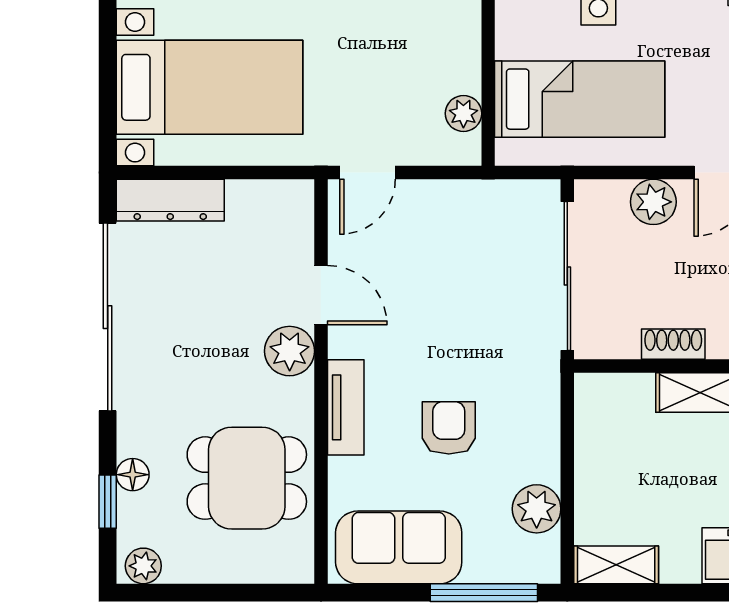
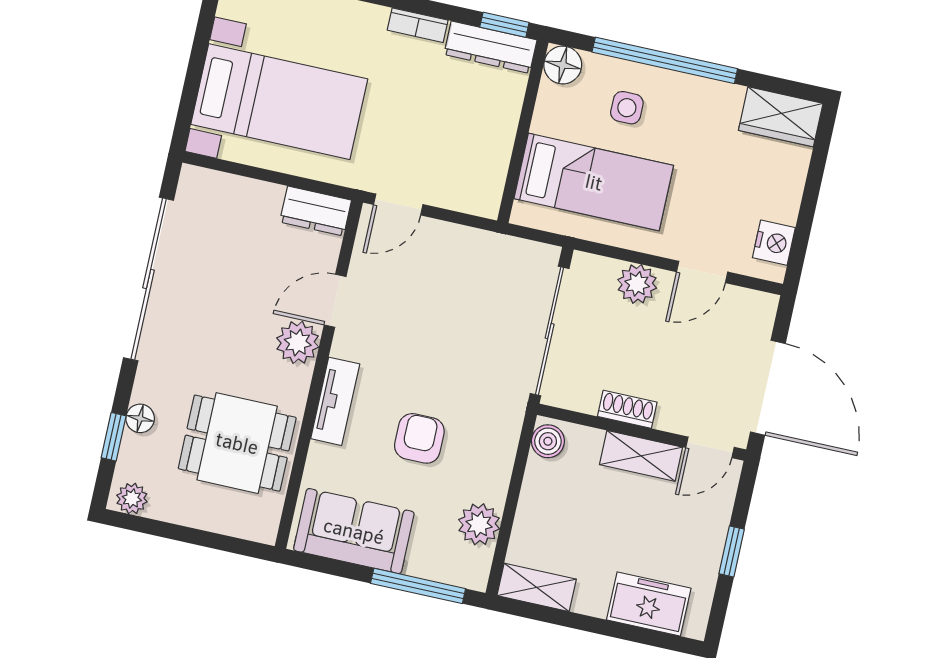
plant: (463, 113) -> (492, 172), removed
dresser: (170, 200) -> (316, 211), moved, width x0.70
door: (321, 295) -> (335, 301), swing flipped
boiler: (593, 399) -> (548, 441), added

